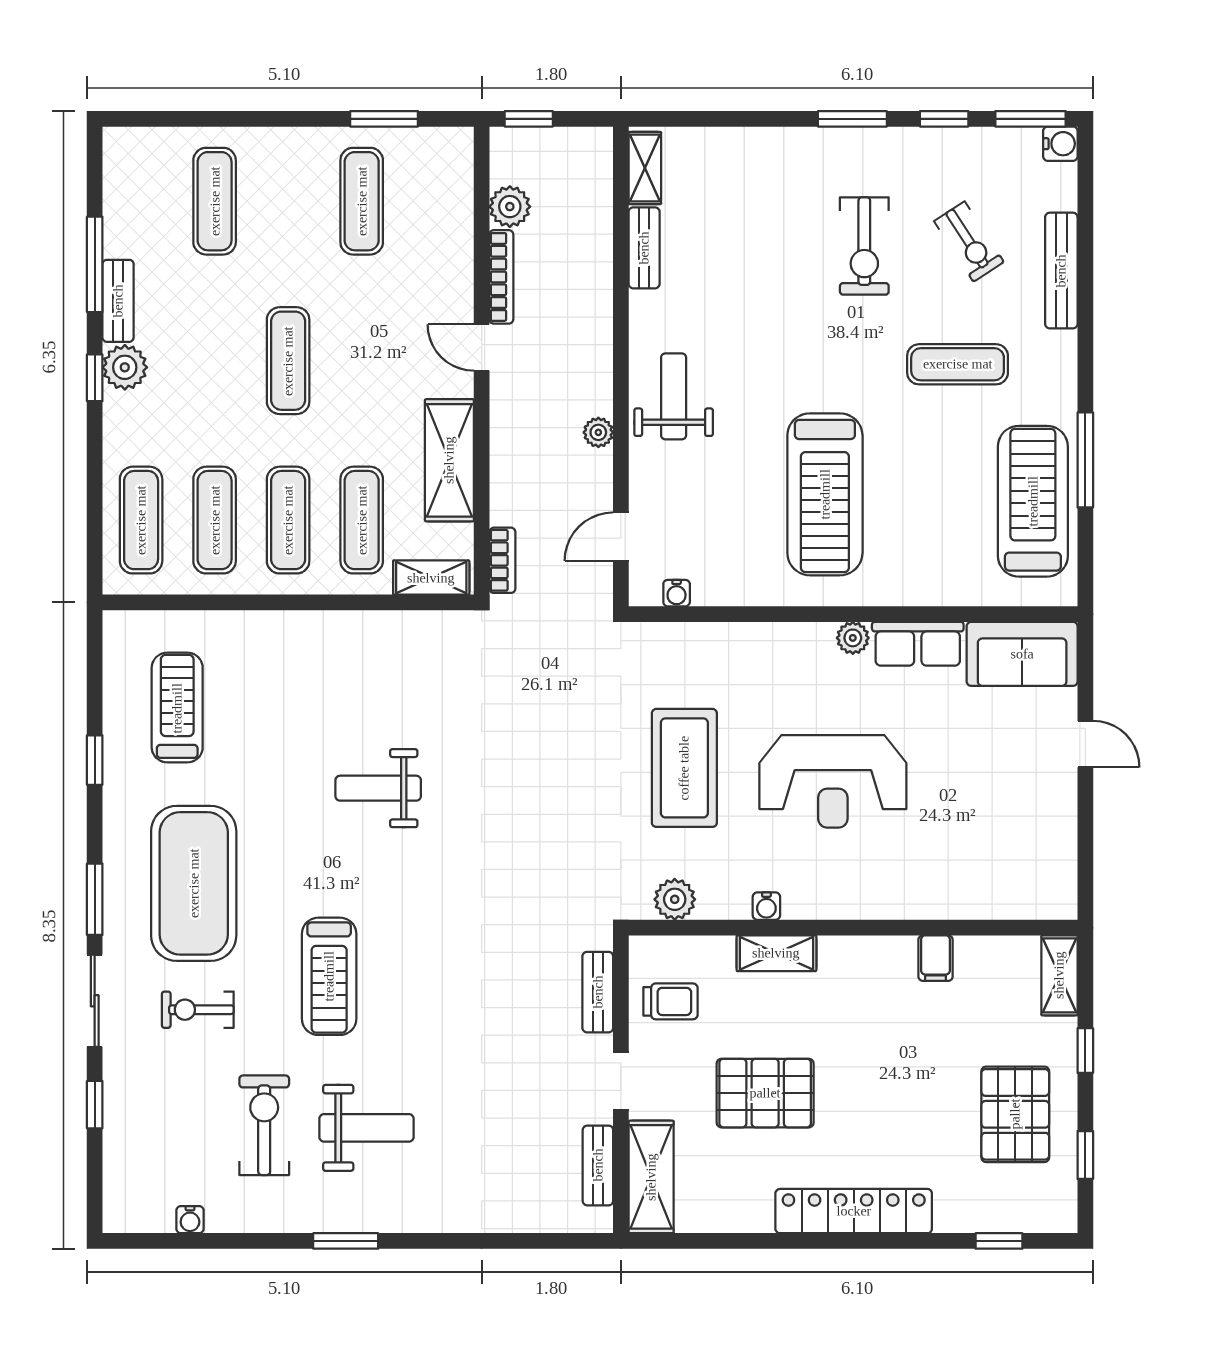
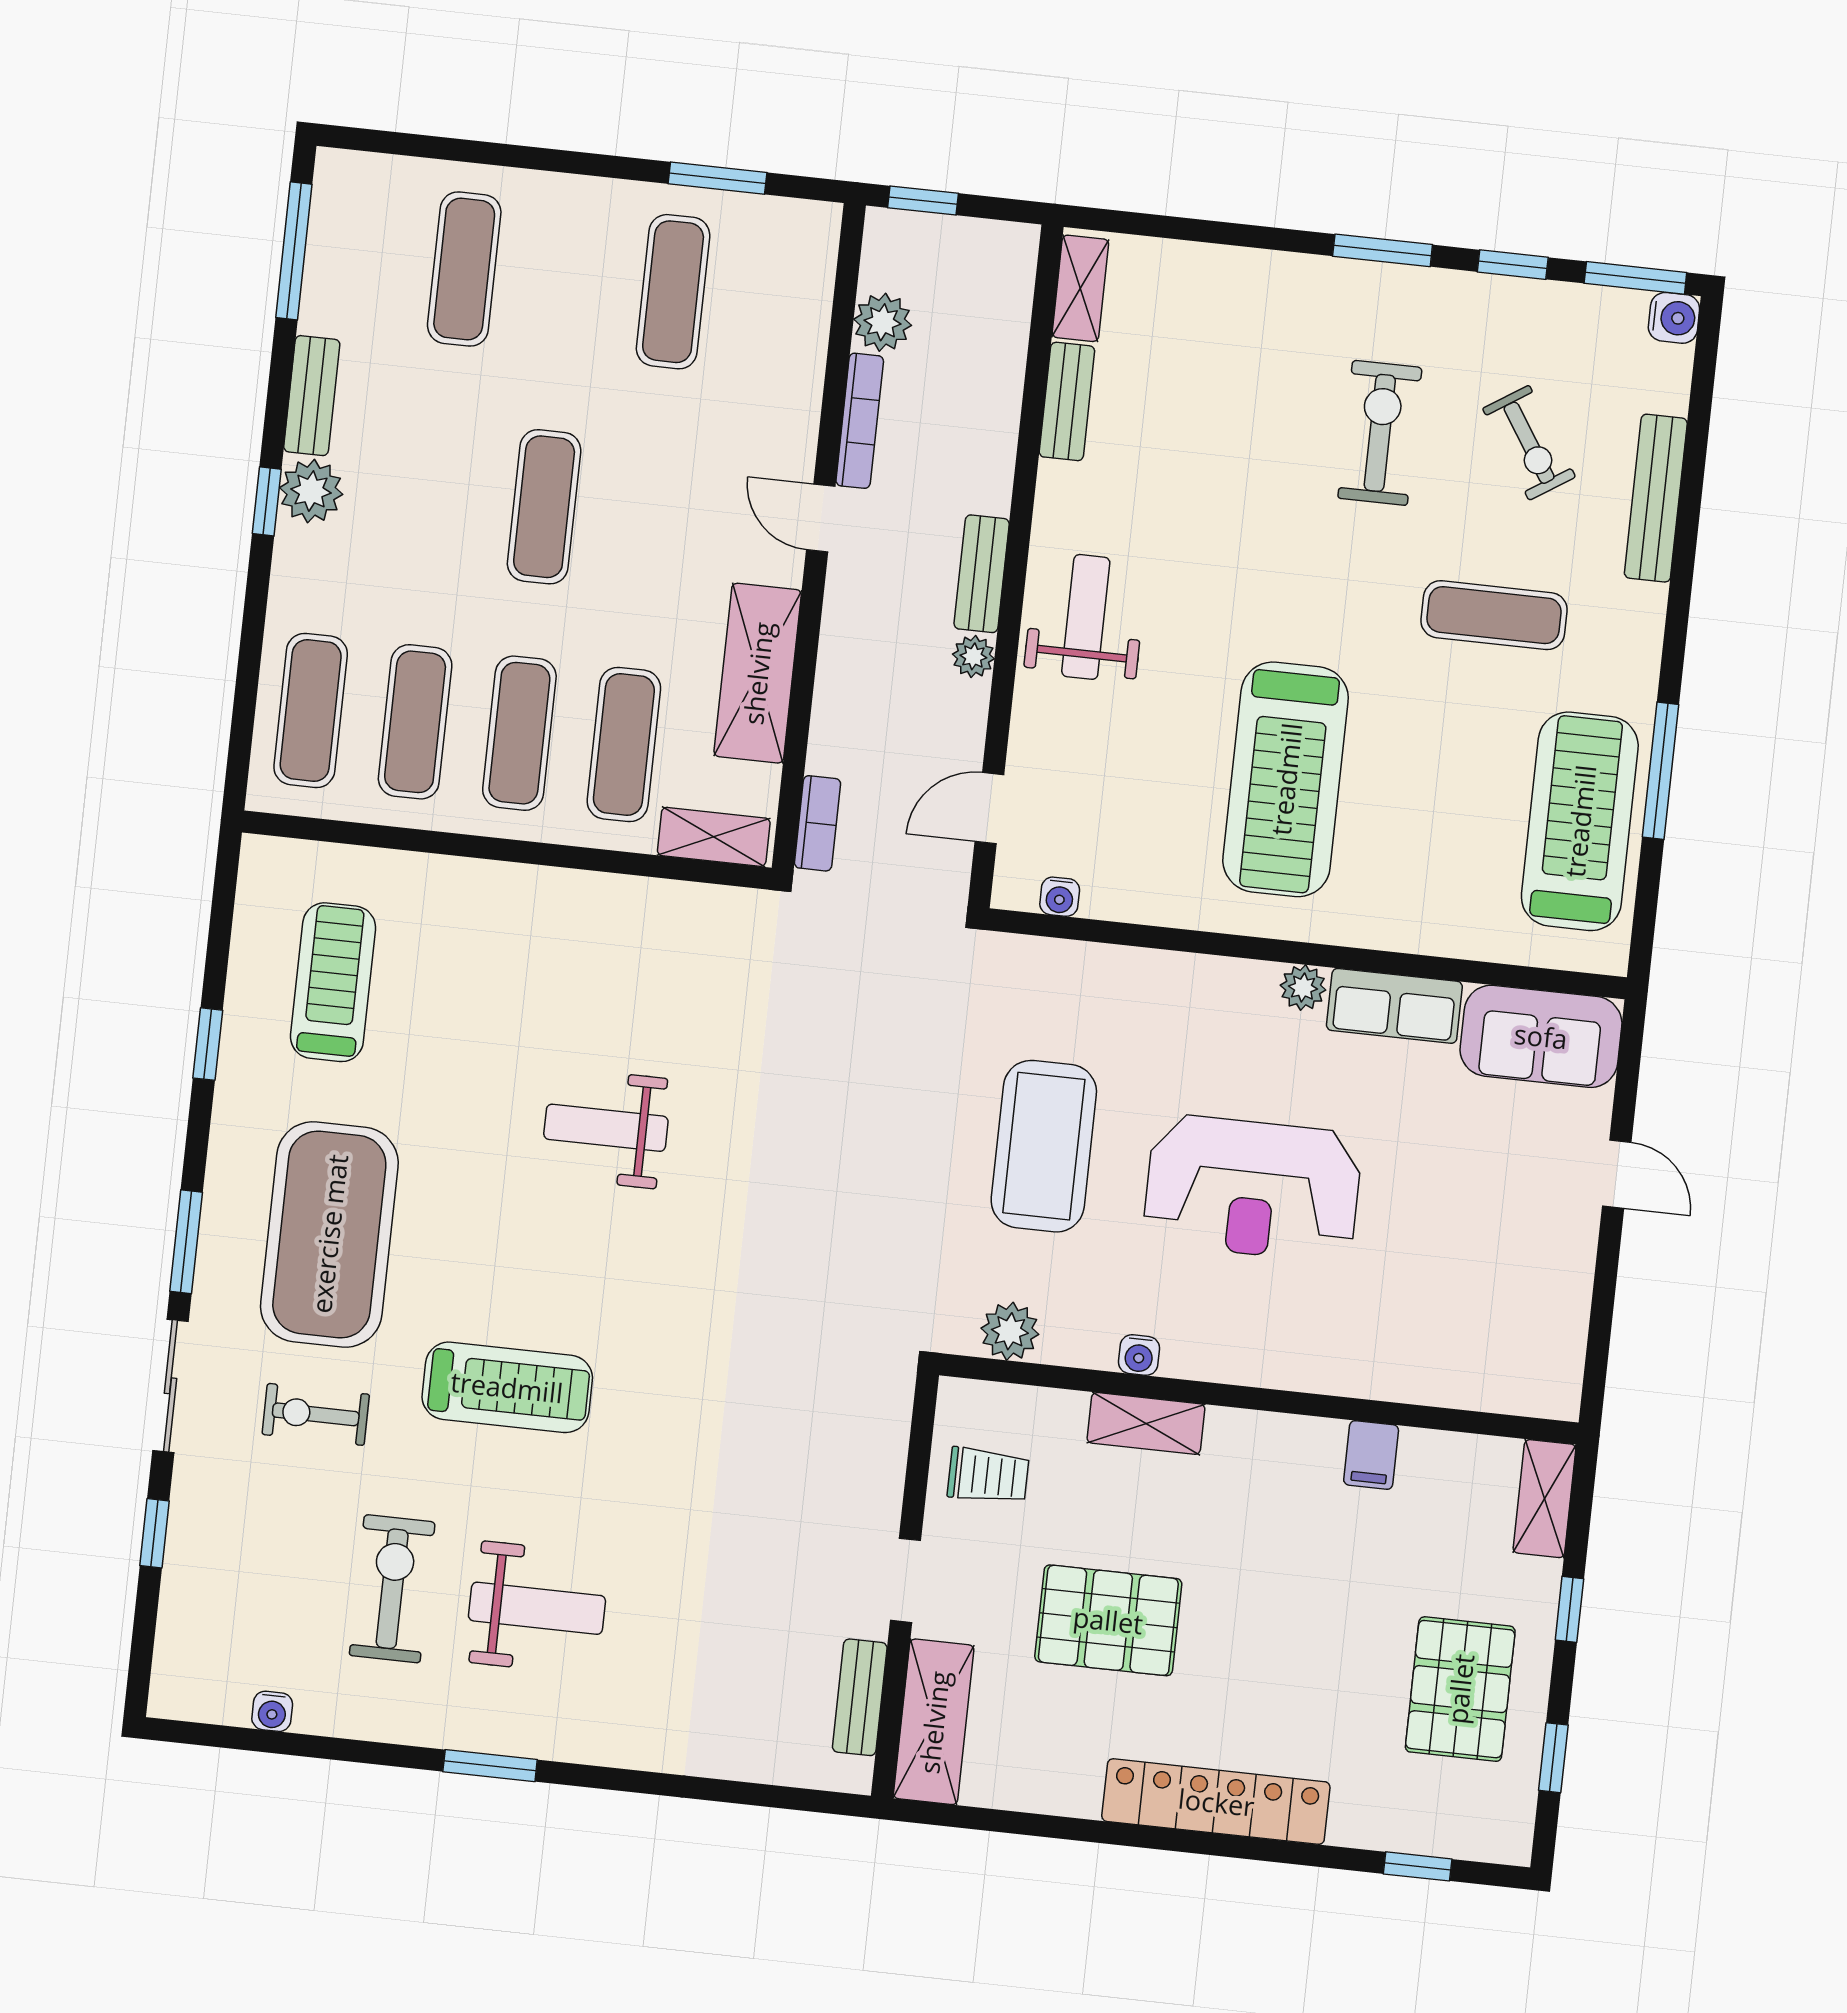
exercise bike: (864, 246) -> (1380, 433), turned 180
window: (95, 264) -> (294, 251), moved
treadmill: (329, 976) -> (507, 1387), turned -90
bench: (598, 992) -> (982, 574), moved

